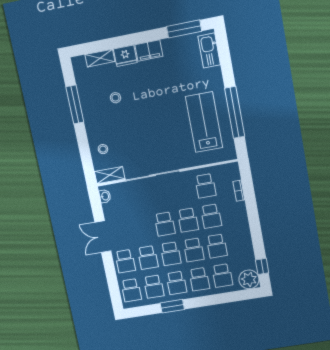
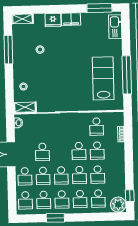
shelving: (100, 58) -> (22, 19), moved
school desk: (165, 224) -> (42, 152), moved

